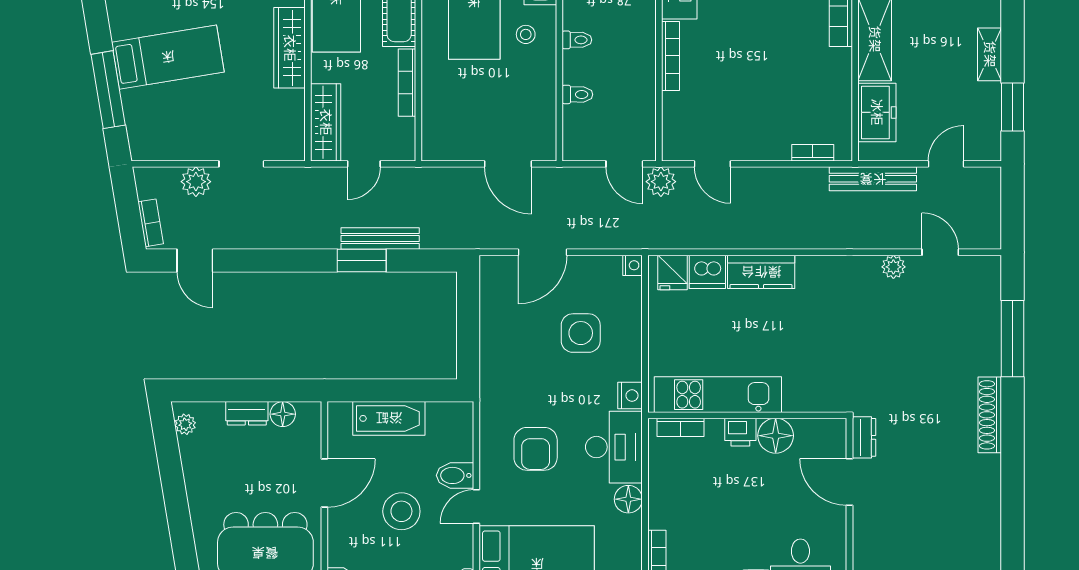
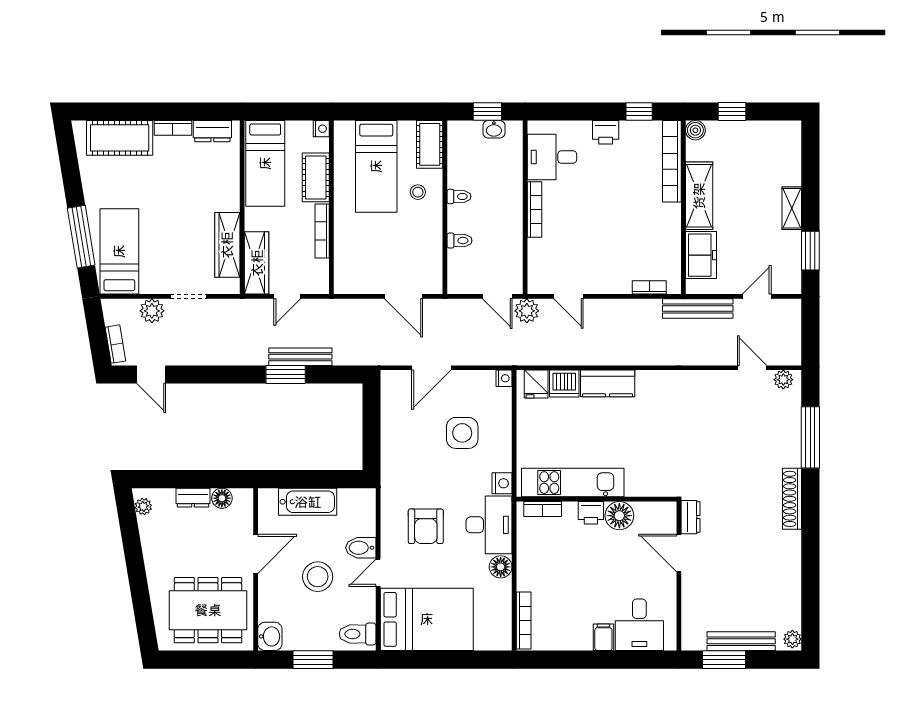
wardrobe: (290, 48) -> (227, 245), moved
bed: (168, 57) -> (119, 251), moved, turned -81
plant: (893, 267) -> (783, 380), moved

